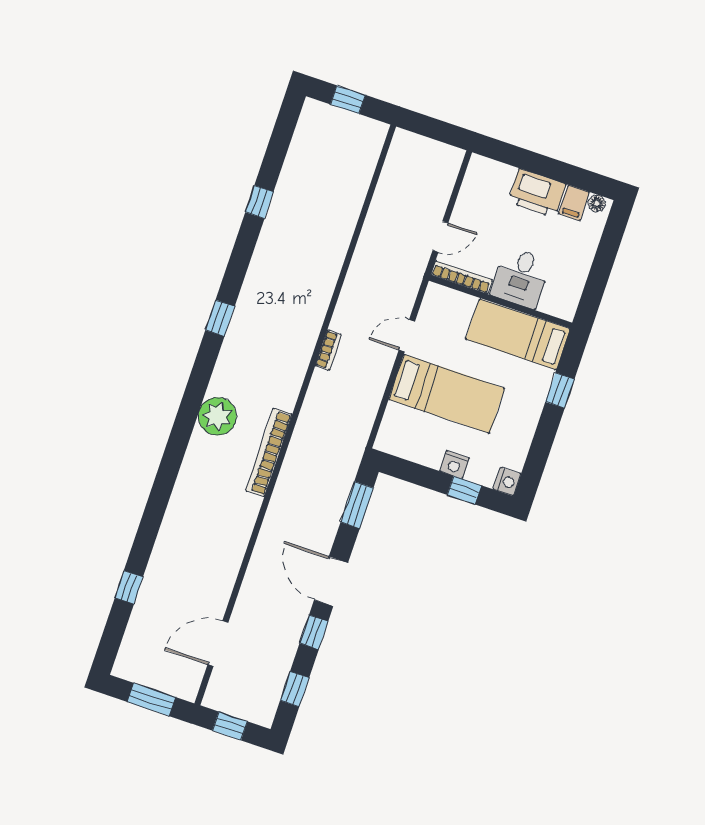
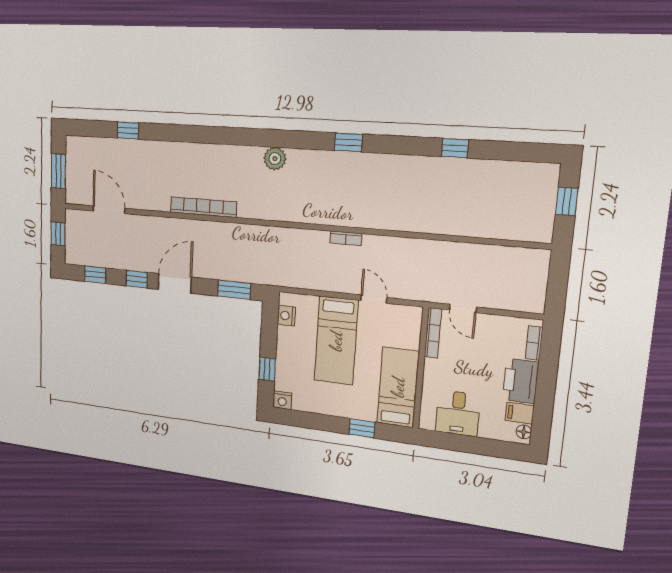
bookcase: (496, 169) -> (534, 343), added
desk: (521, 278) -> (458, 413), moved, turned -90
plant: (217, 416) -> (275, 159), width x0.73, depth x0.73
bookcase: (269, 453) -> (203, 207), moved
nightstand: (455, 465) -> (286, 316), moved

